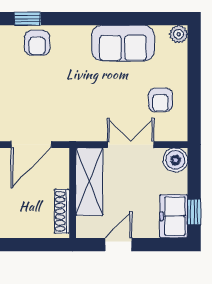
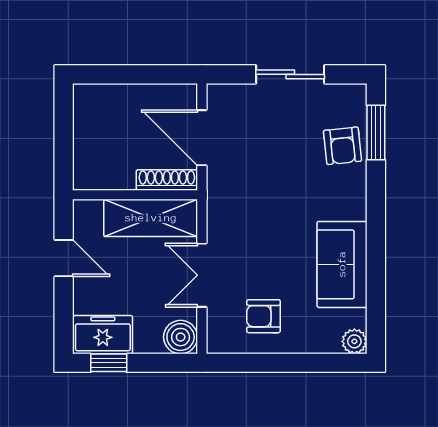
window: (27, 19) -> (376, 132), width x1.50
armchair: (37, 43) -> (342, 146), turned -96
double door: (131, 145) -> (202, 275), swing flipped
shoe rack: (62, 211) -> (167, 180), moved

